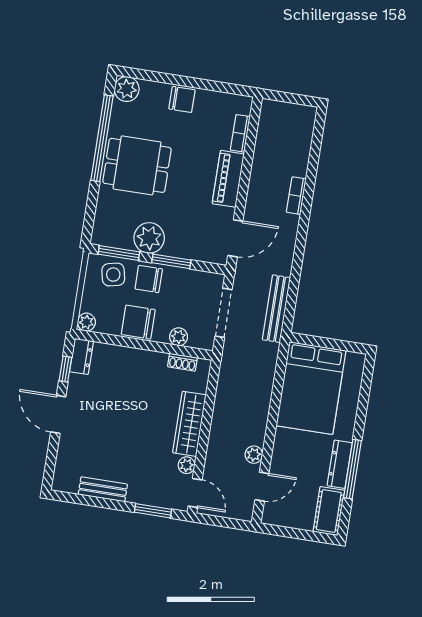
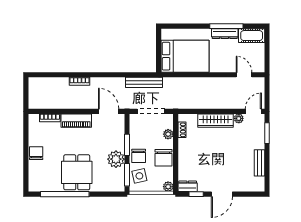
plant: (127, 89) -> (35, 185), removed
plant: (254, 455) -> (227, 82), removed

